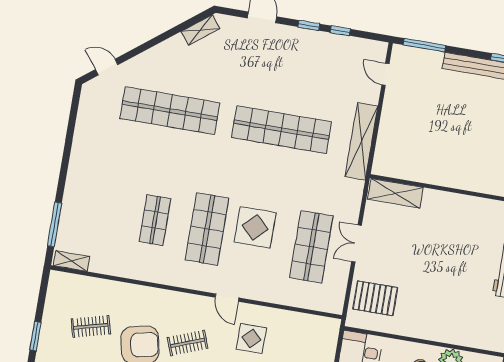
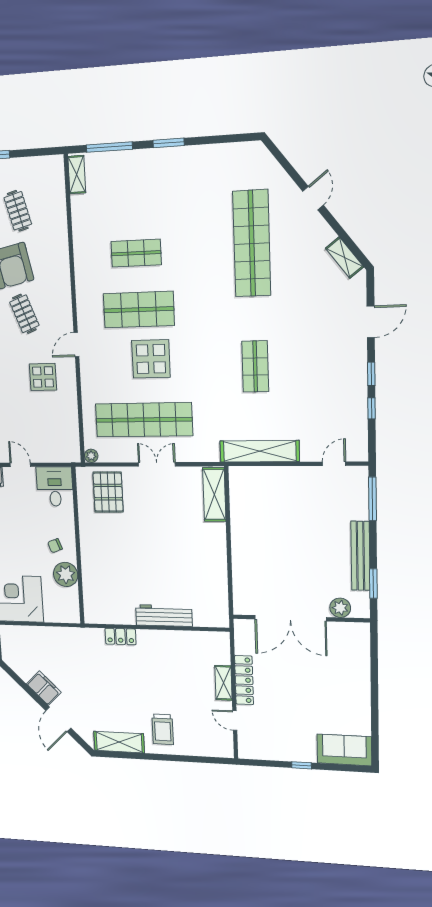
door: (107, 67) -> (313, 198), moved
shop shelf: (282, 130) -> (255, 366), width x0.50, depth x0.74
window: (64, 168) -> (169, 143), added
shop shelf: (311, 247) -> (144, 420), width x1.40
plant: (337, 307) -> (91, 456), added

